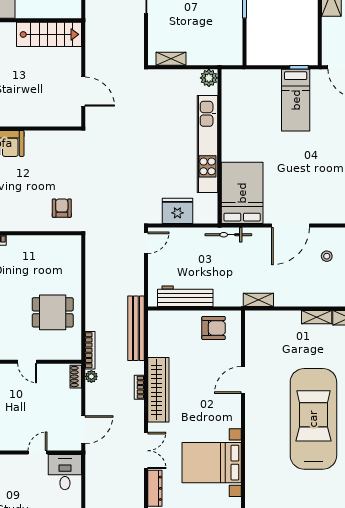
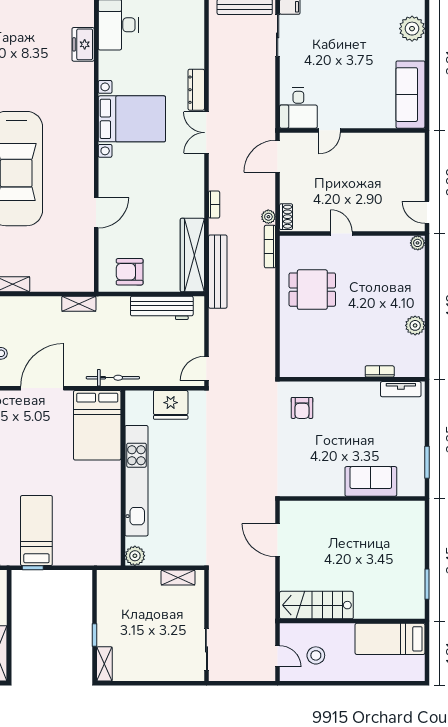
wardrobe: (158, 390) -> (192, 255), moved

